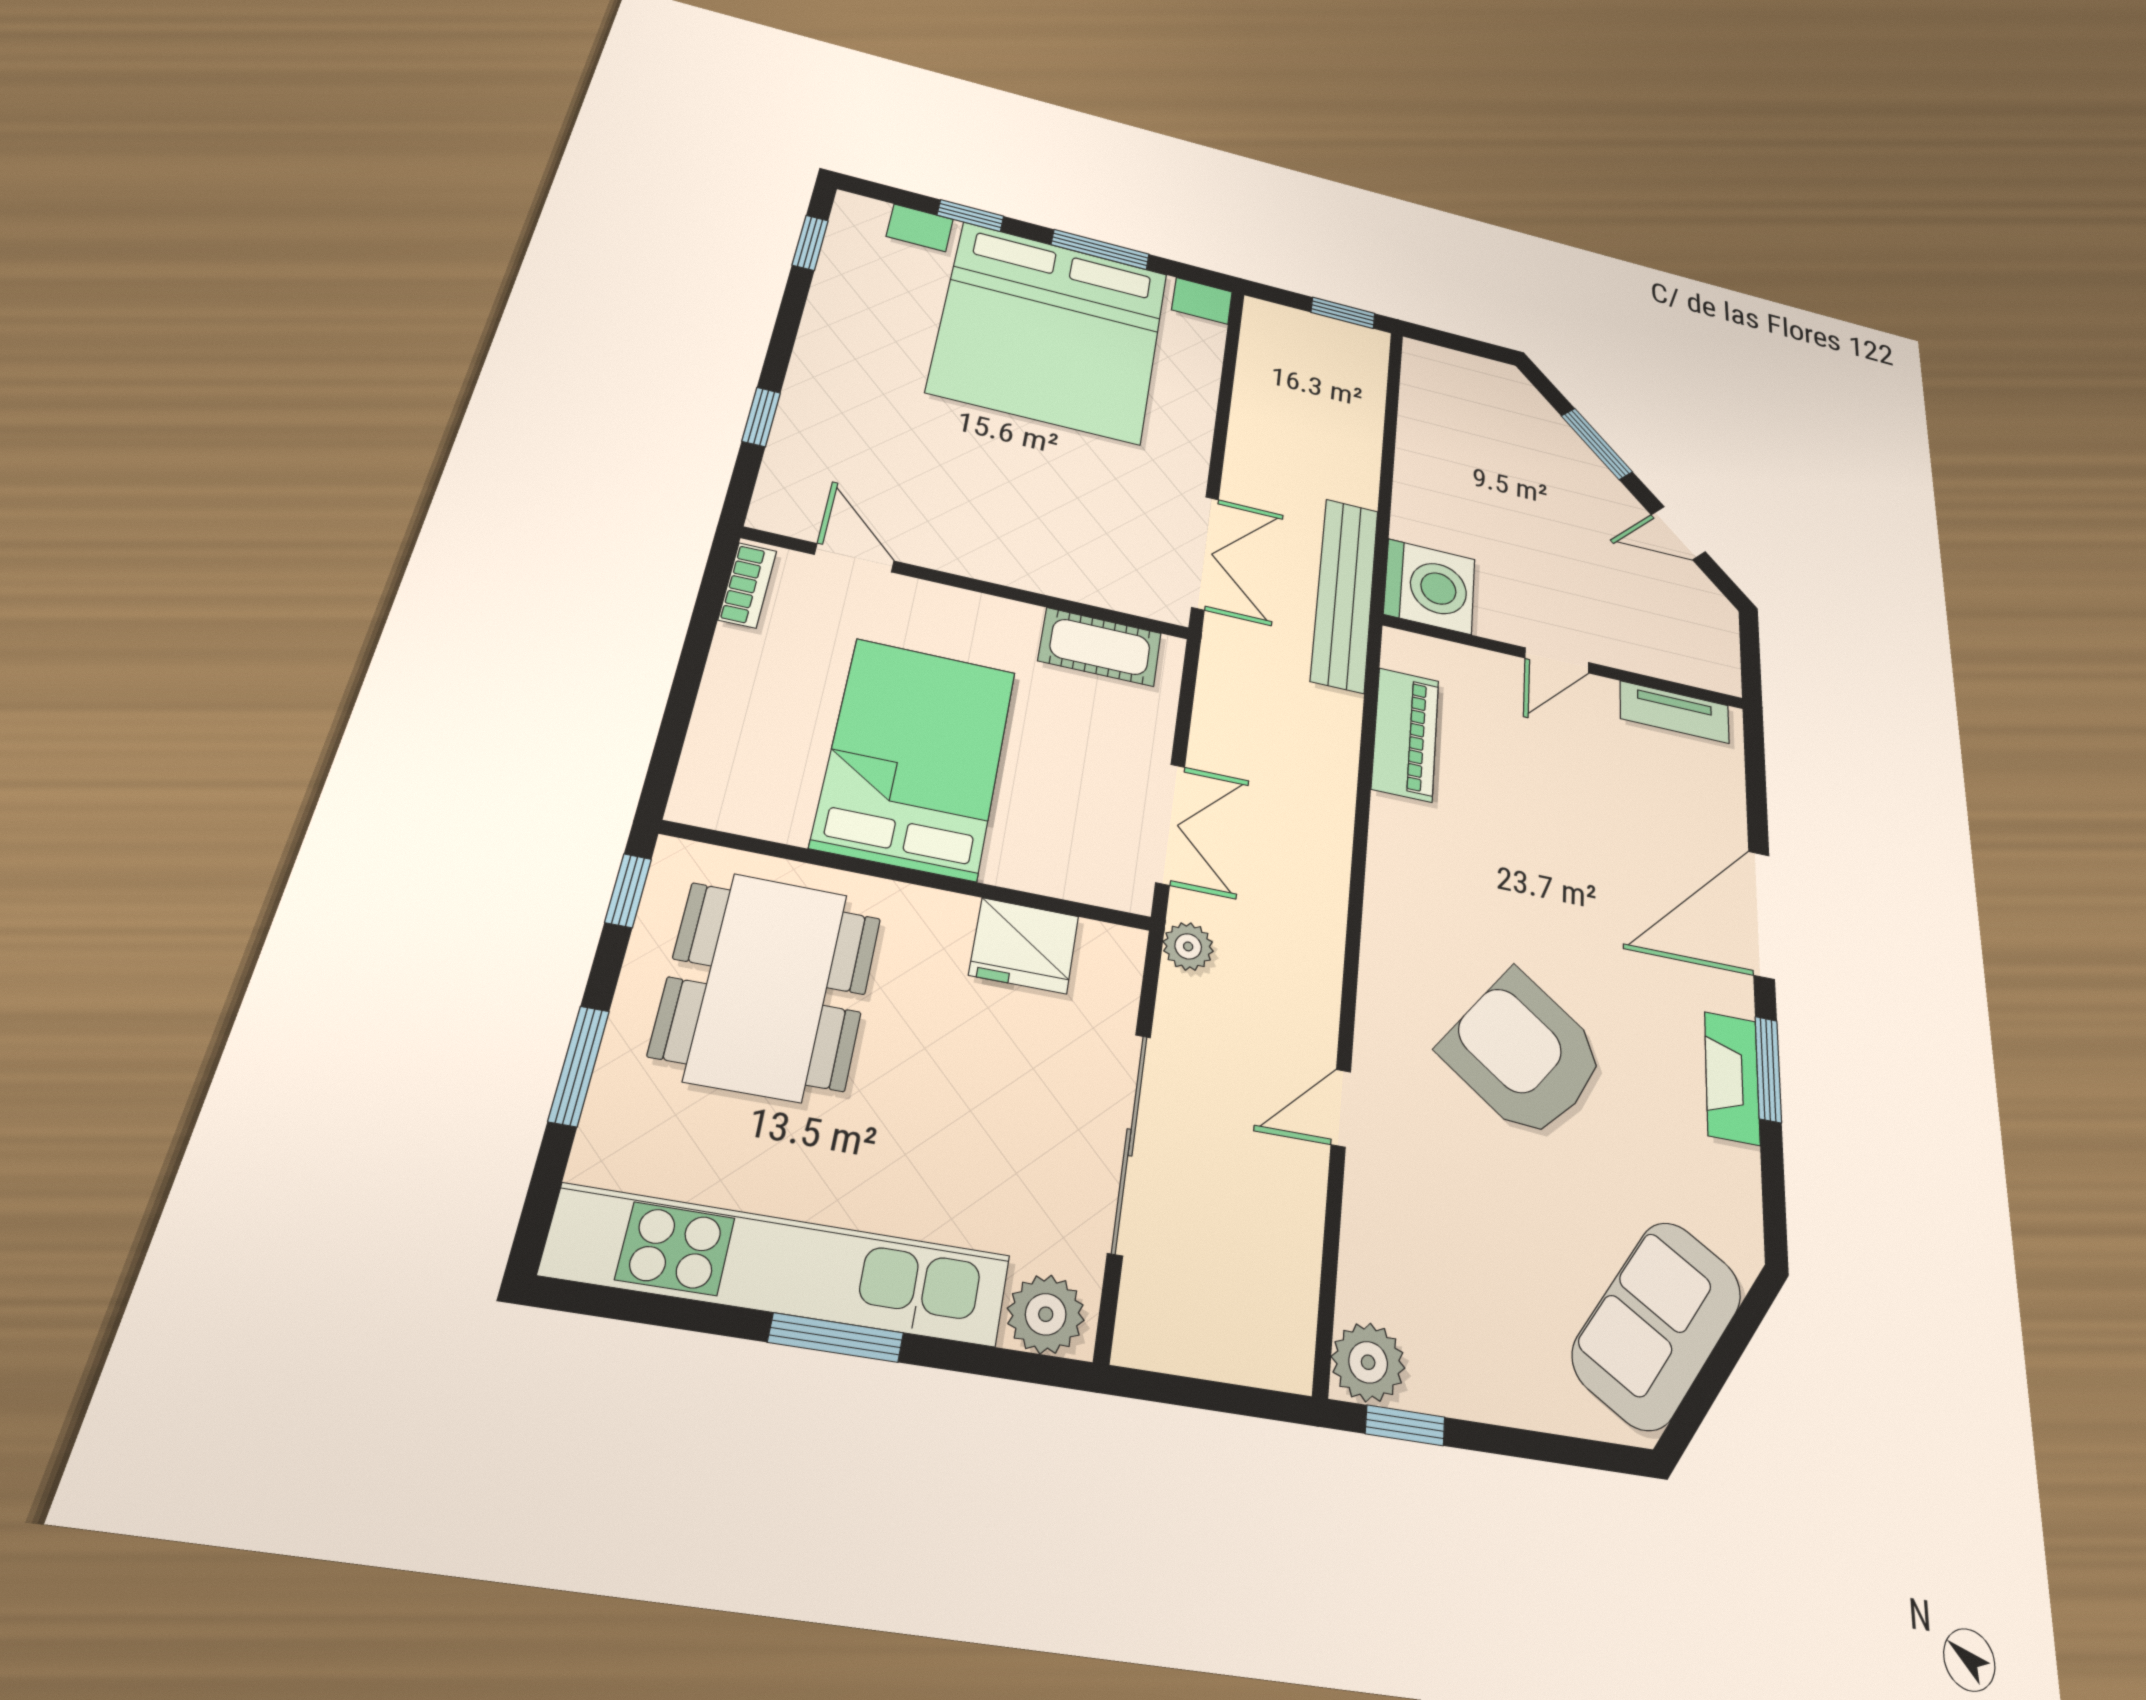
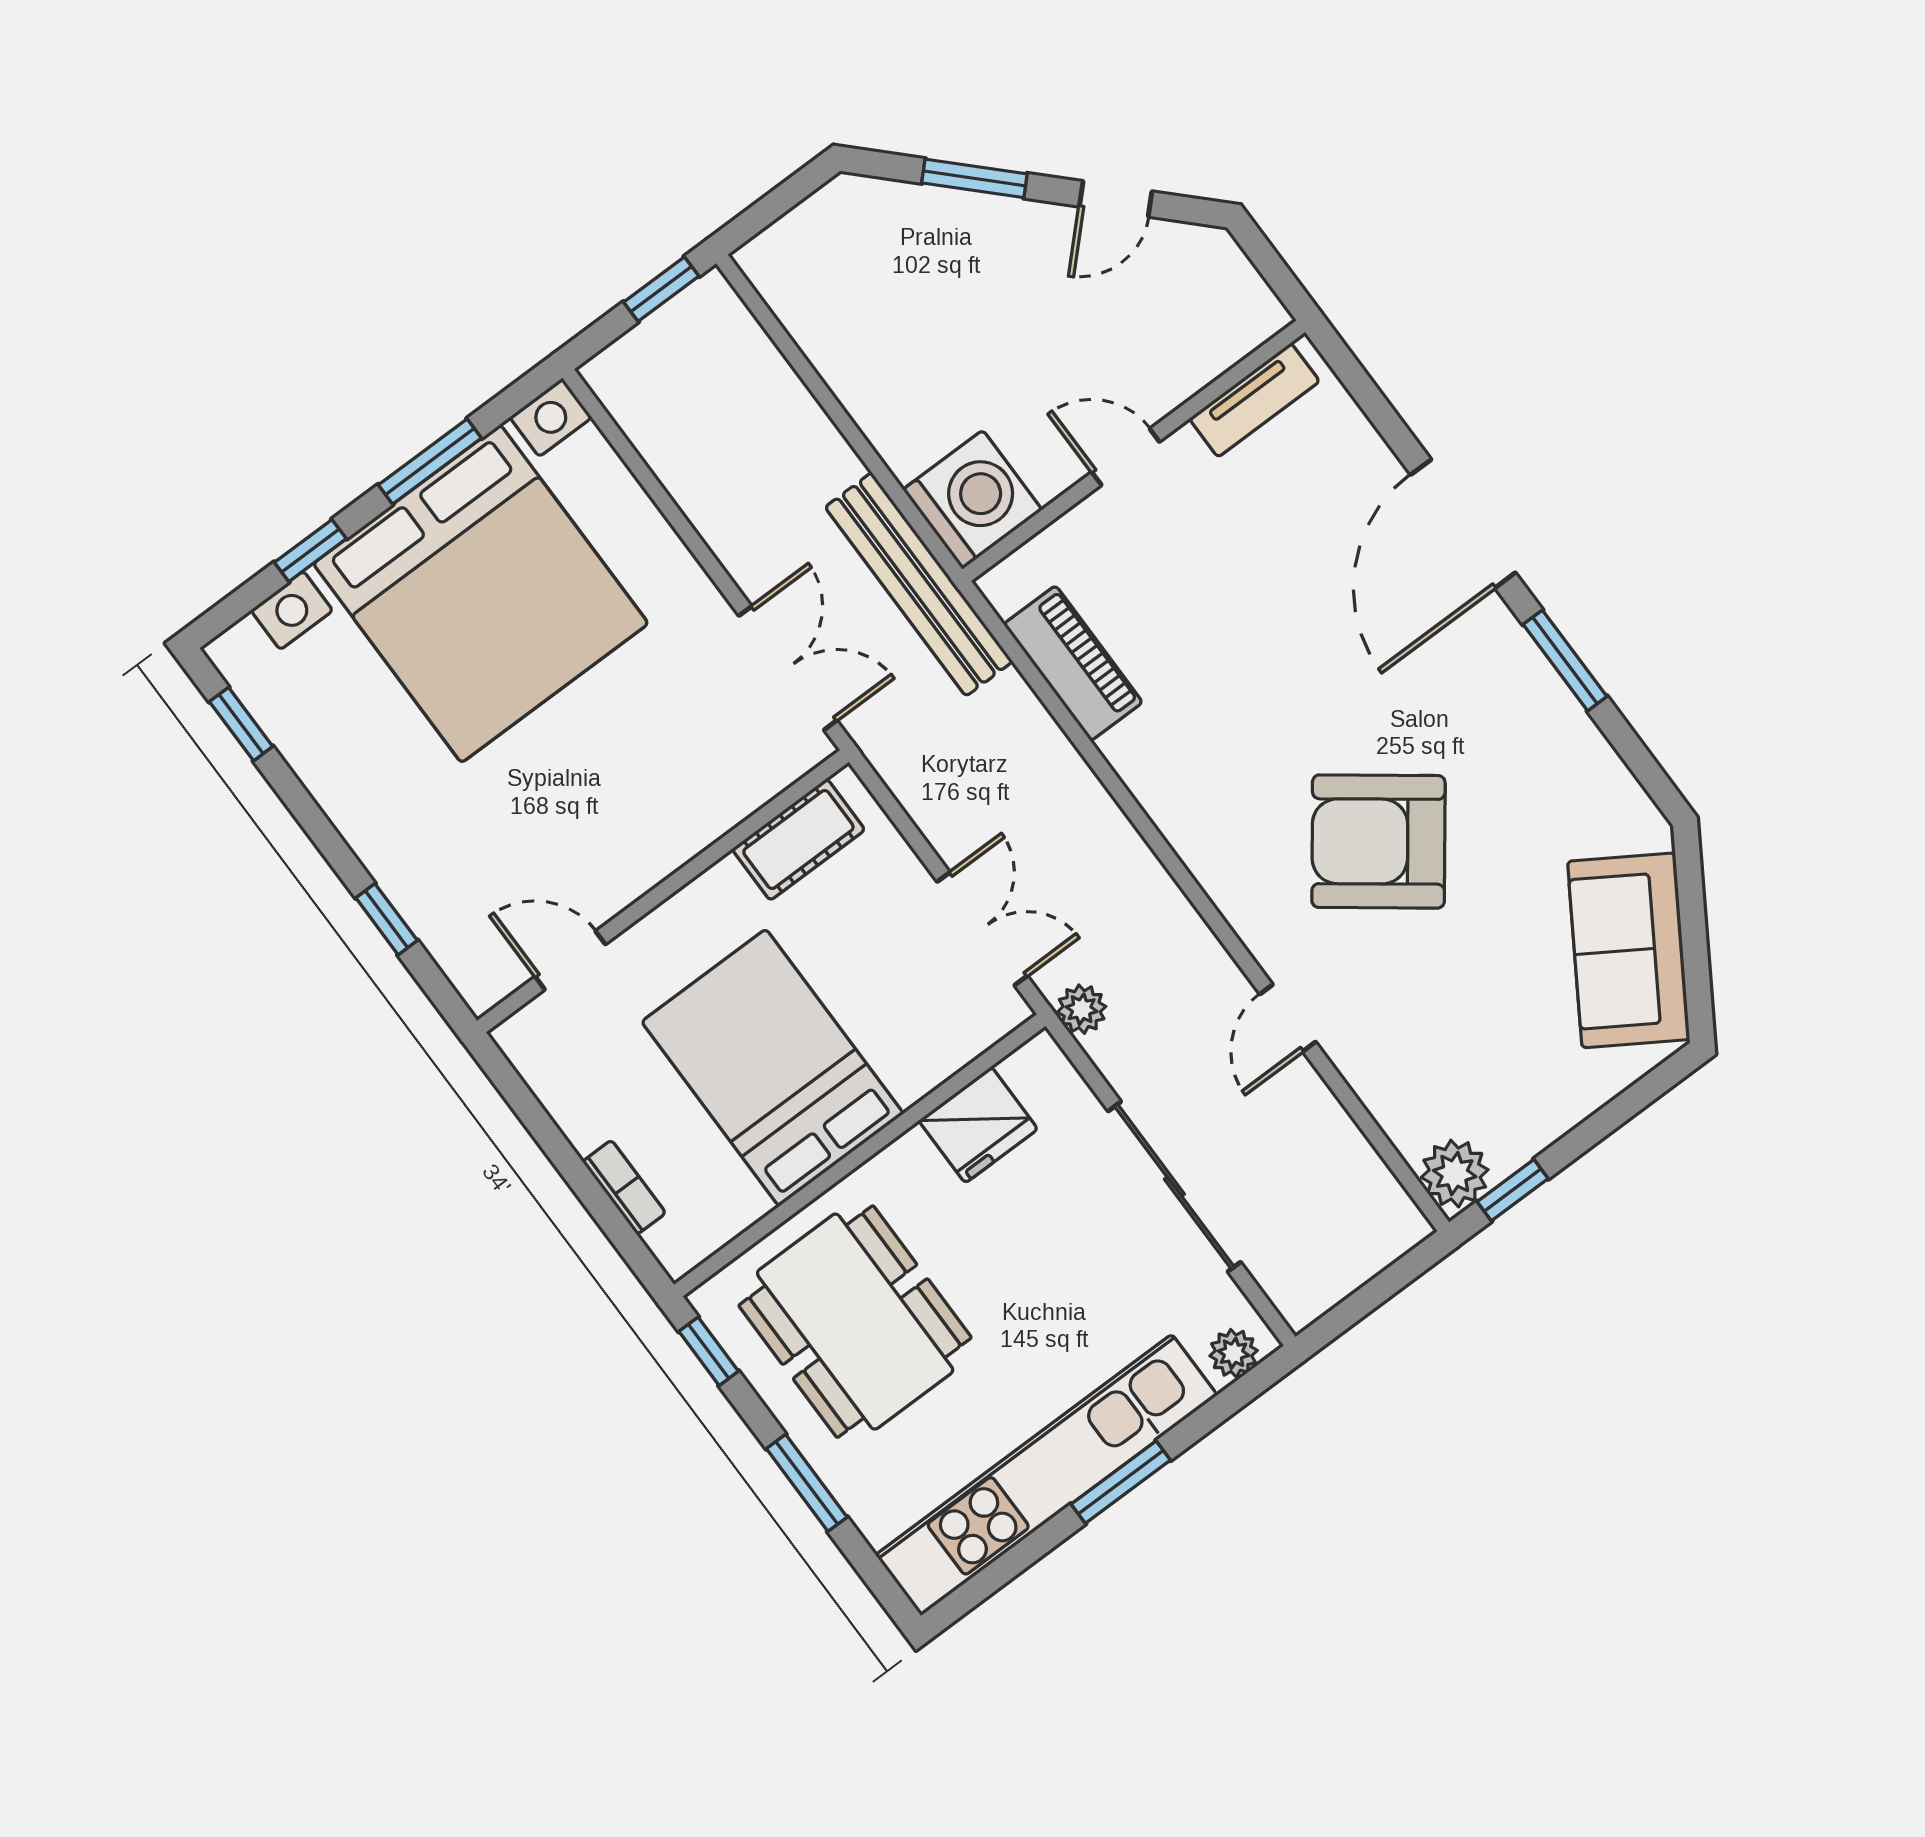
bookcase: (747, 585) -> (624, 1187), moved
door: (1557, 660) -> (1126, 457), swing flipped
fireplace: (1732, 1078) -> (1543, 697), removed
plant: (1046, 1314) -> (1234, 1353), width x0.73, depth x0.73

